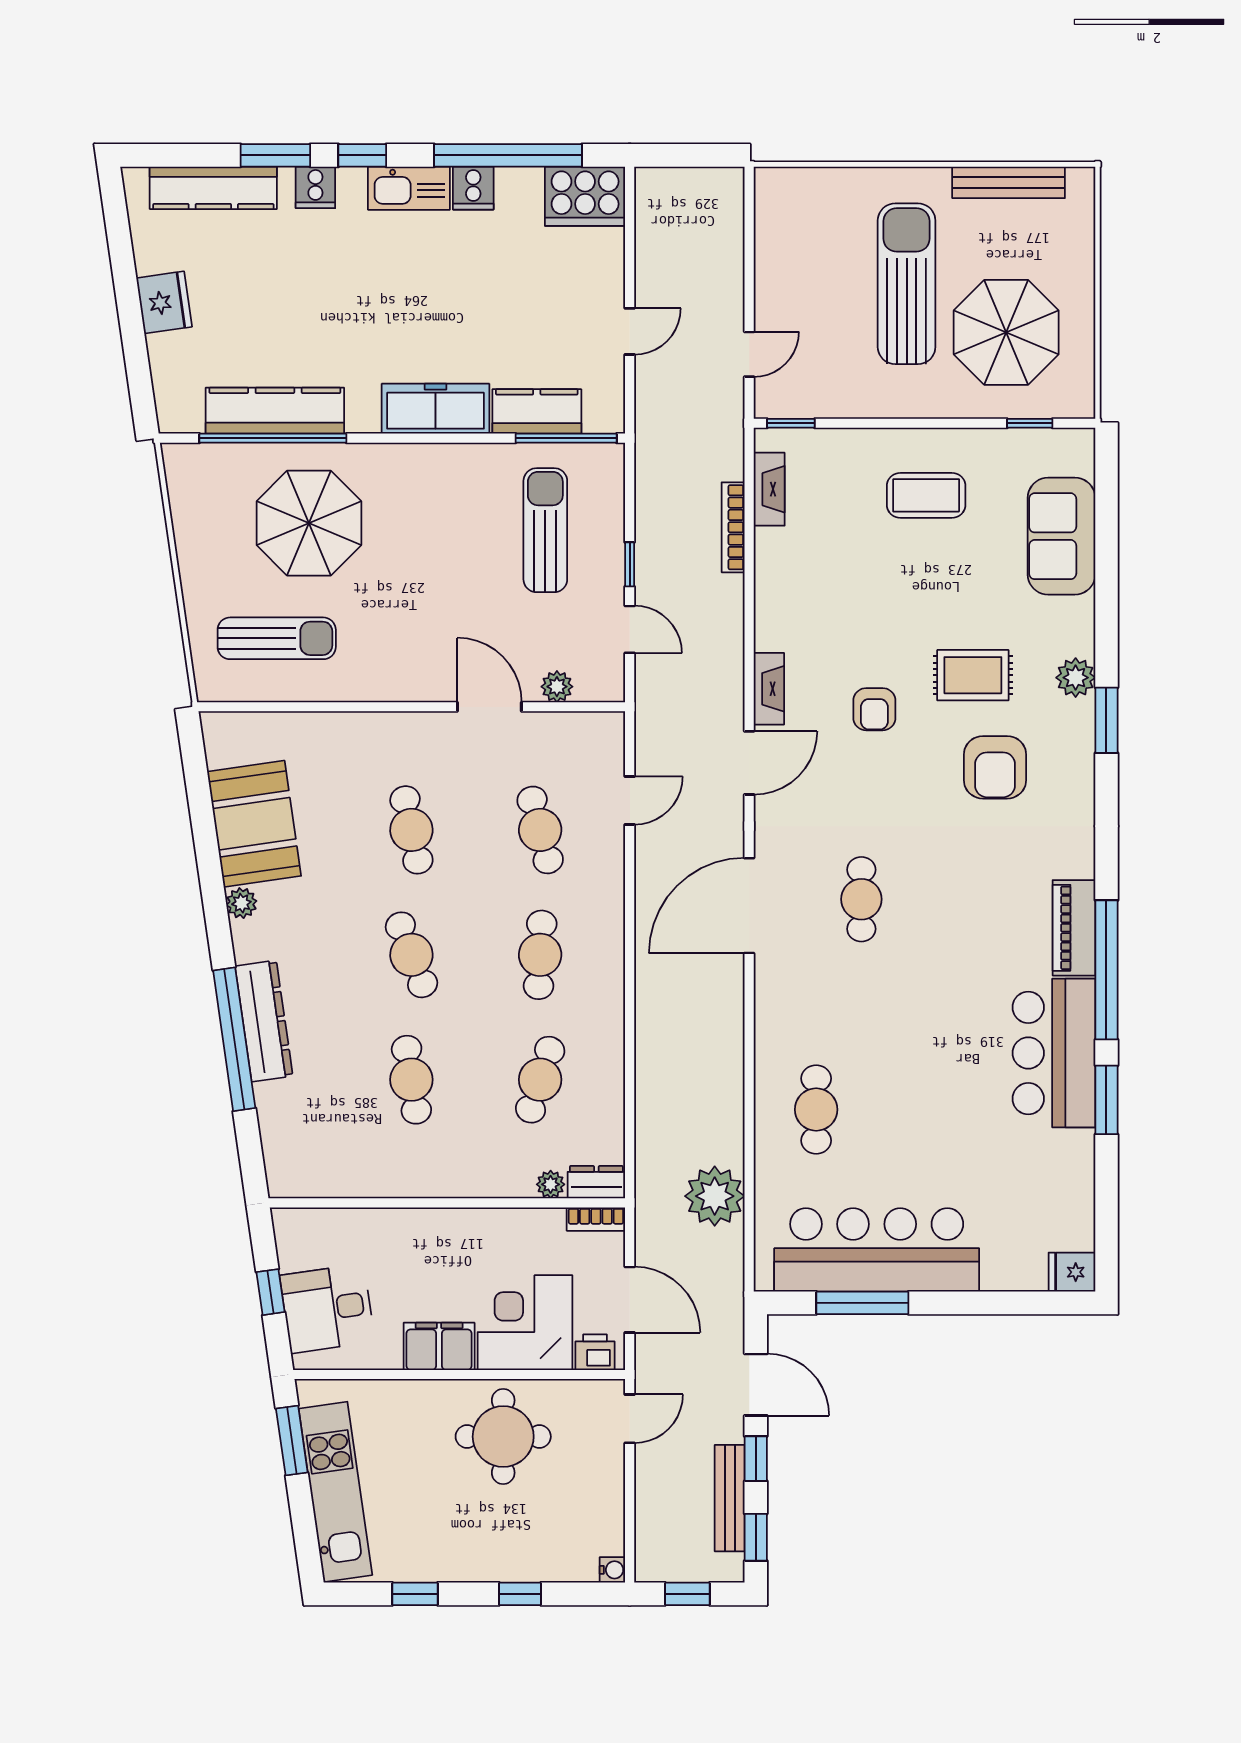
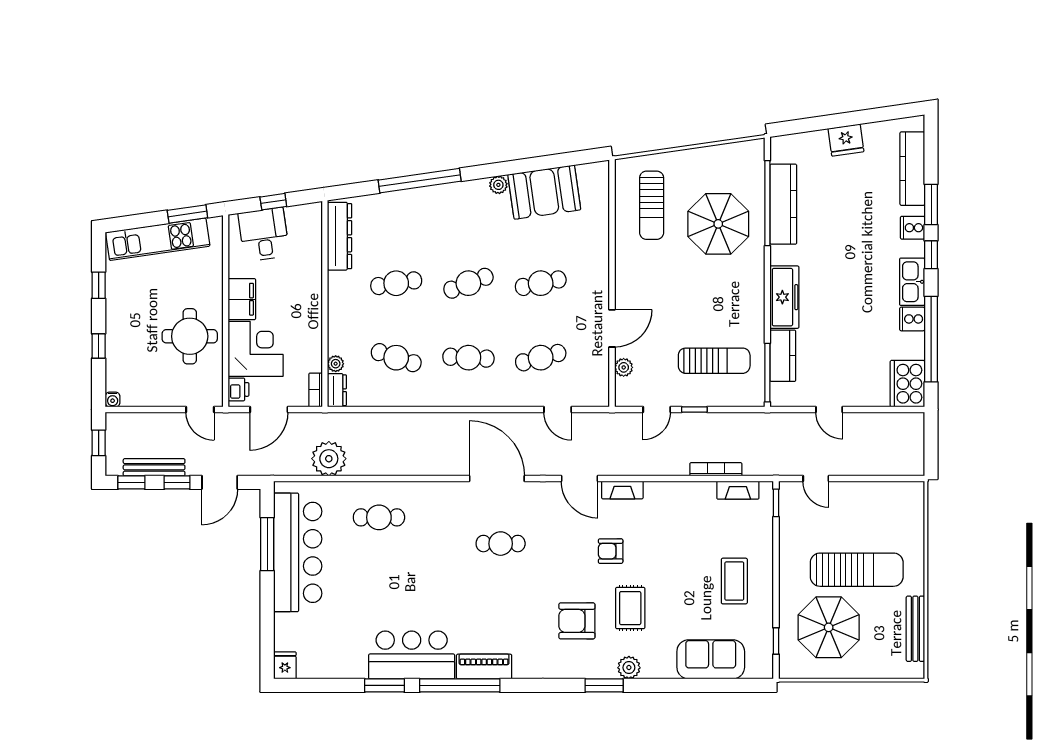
dresser: (264, 1021) -> (340, 236), moved, turned -82

